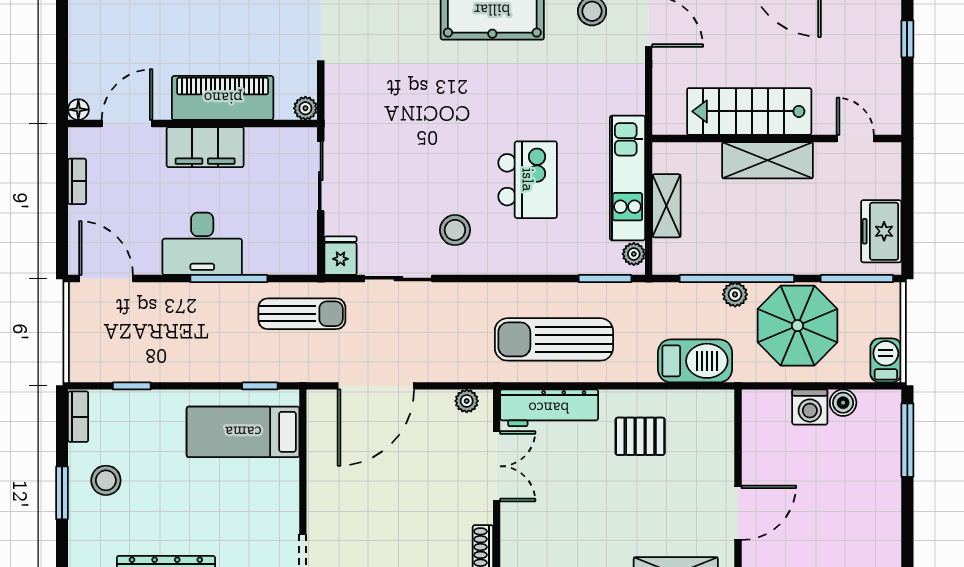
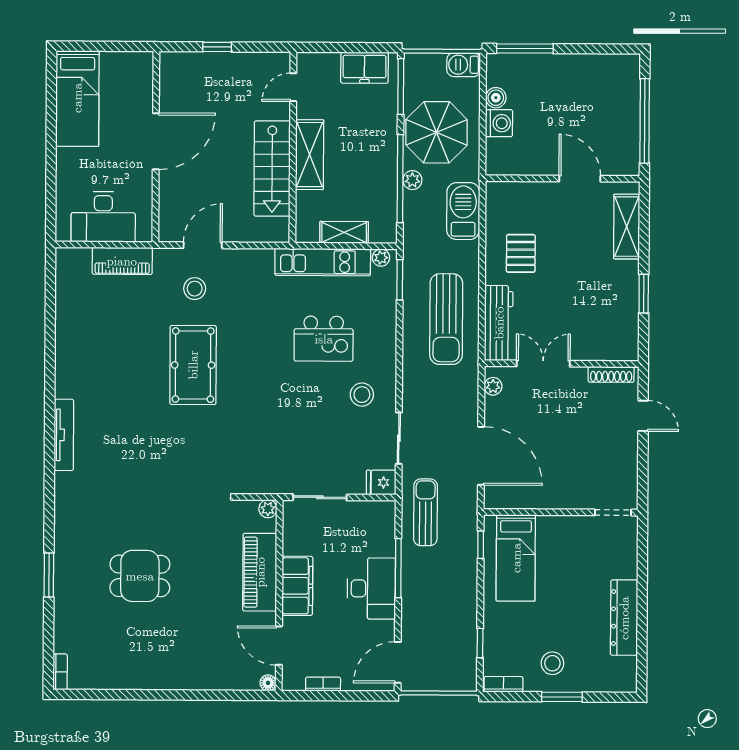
kitchen island: (528, 180) -> (324, 339), turned 180

